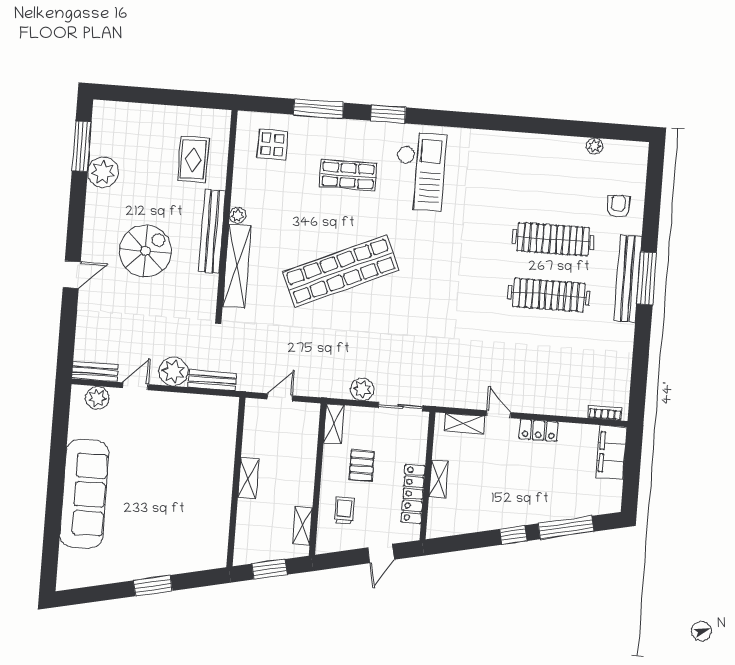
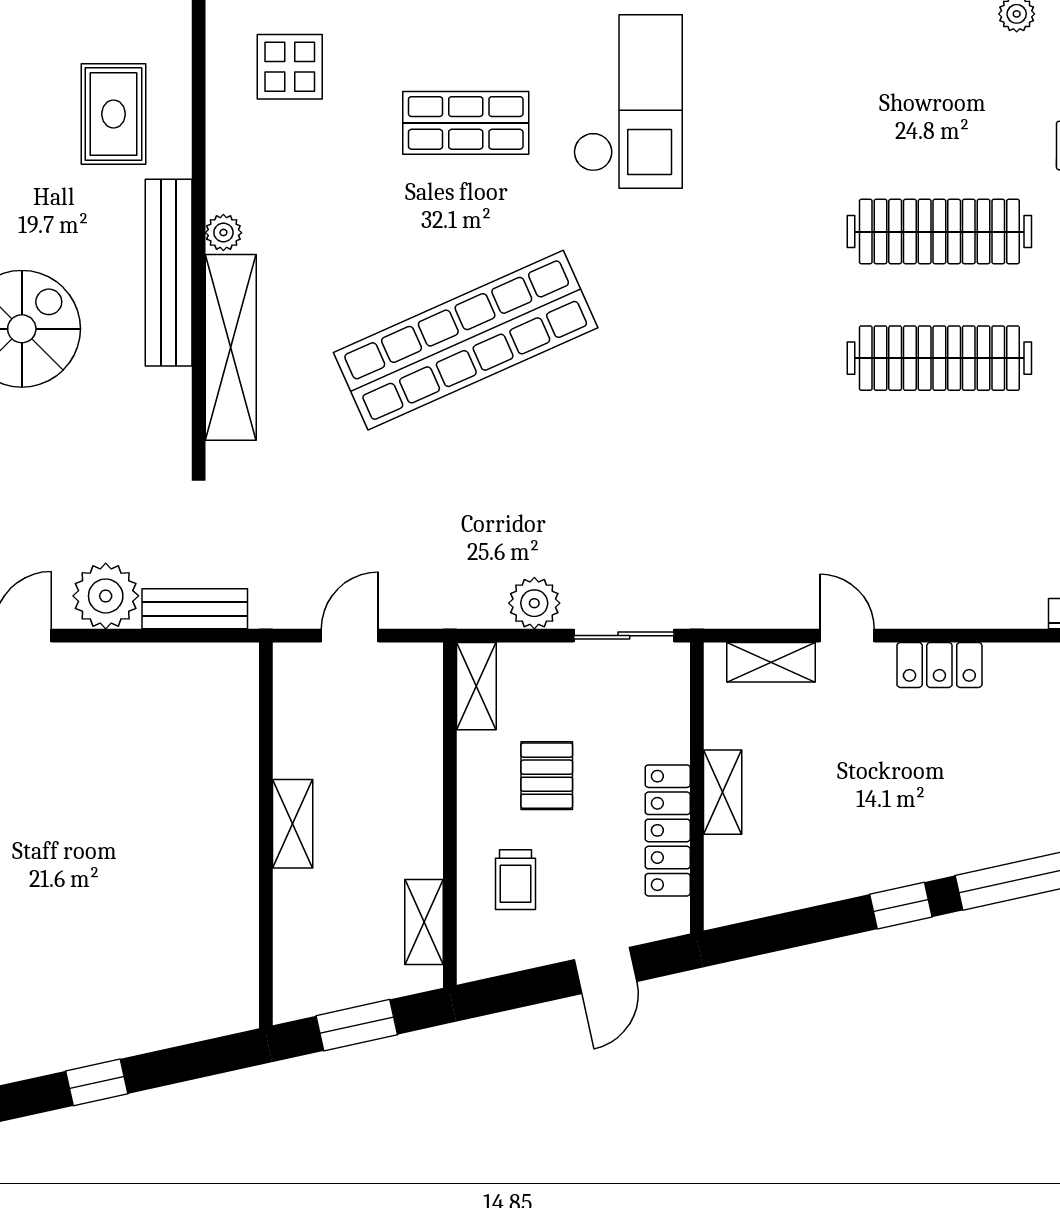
trolley: (344, 510) -> (515, 880), turned 180
window: (153, 586) -> (97, 1082), width x0.67

